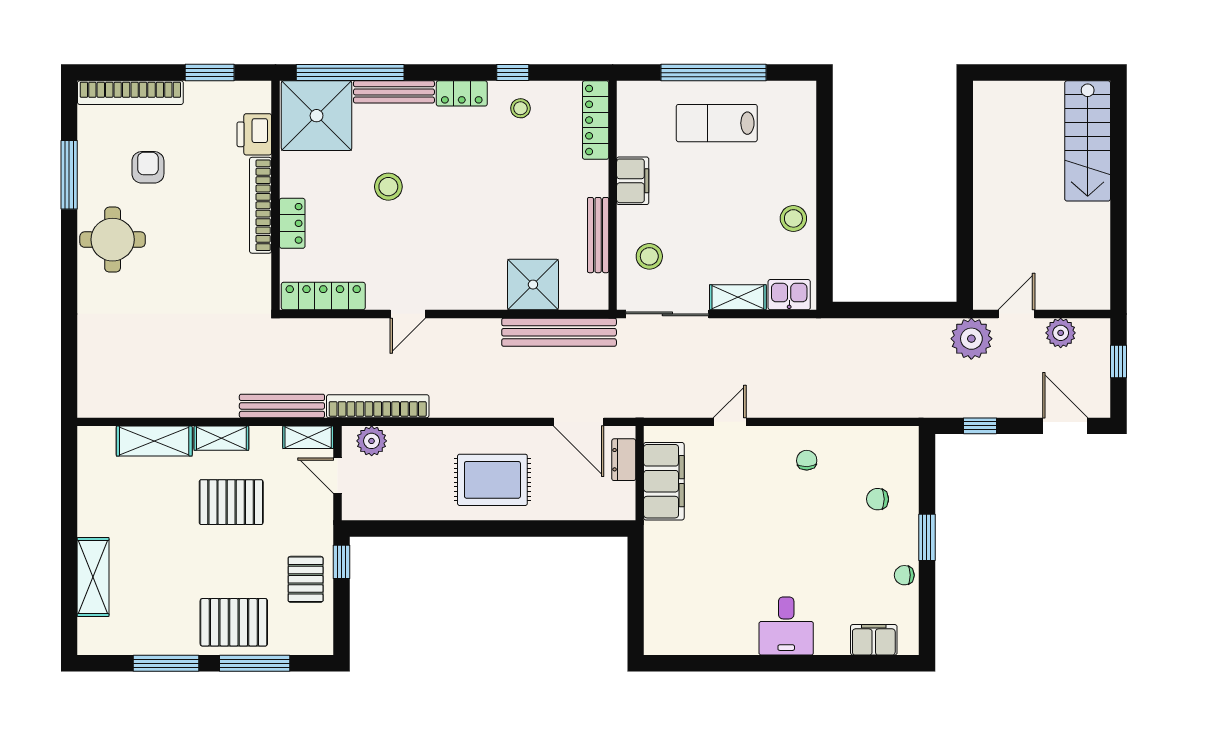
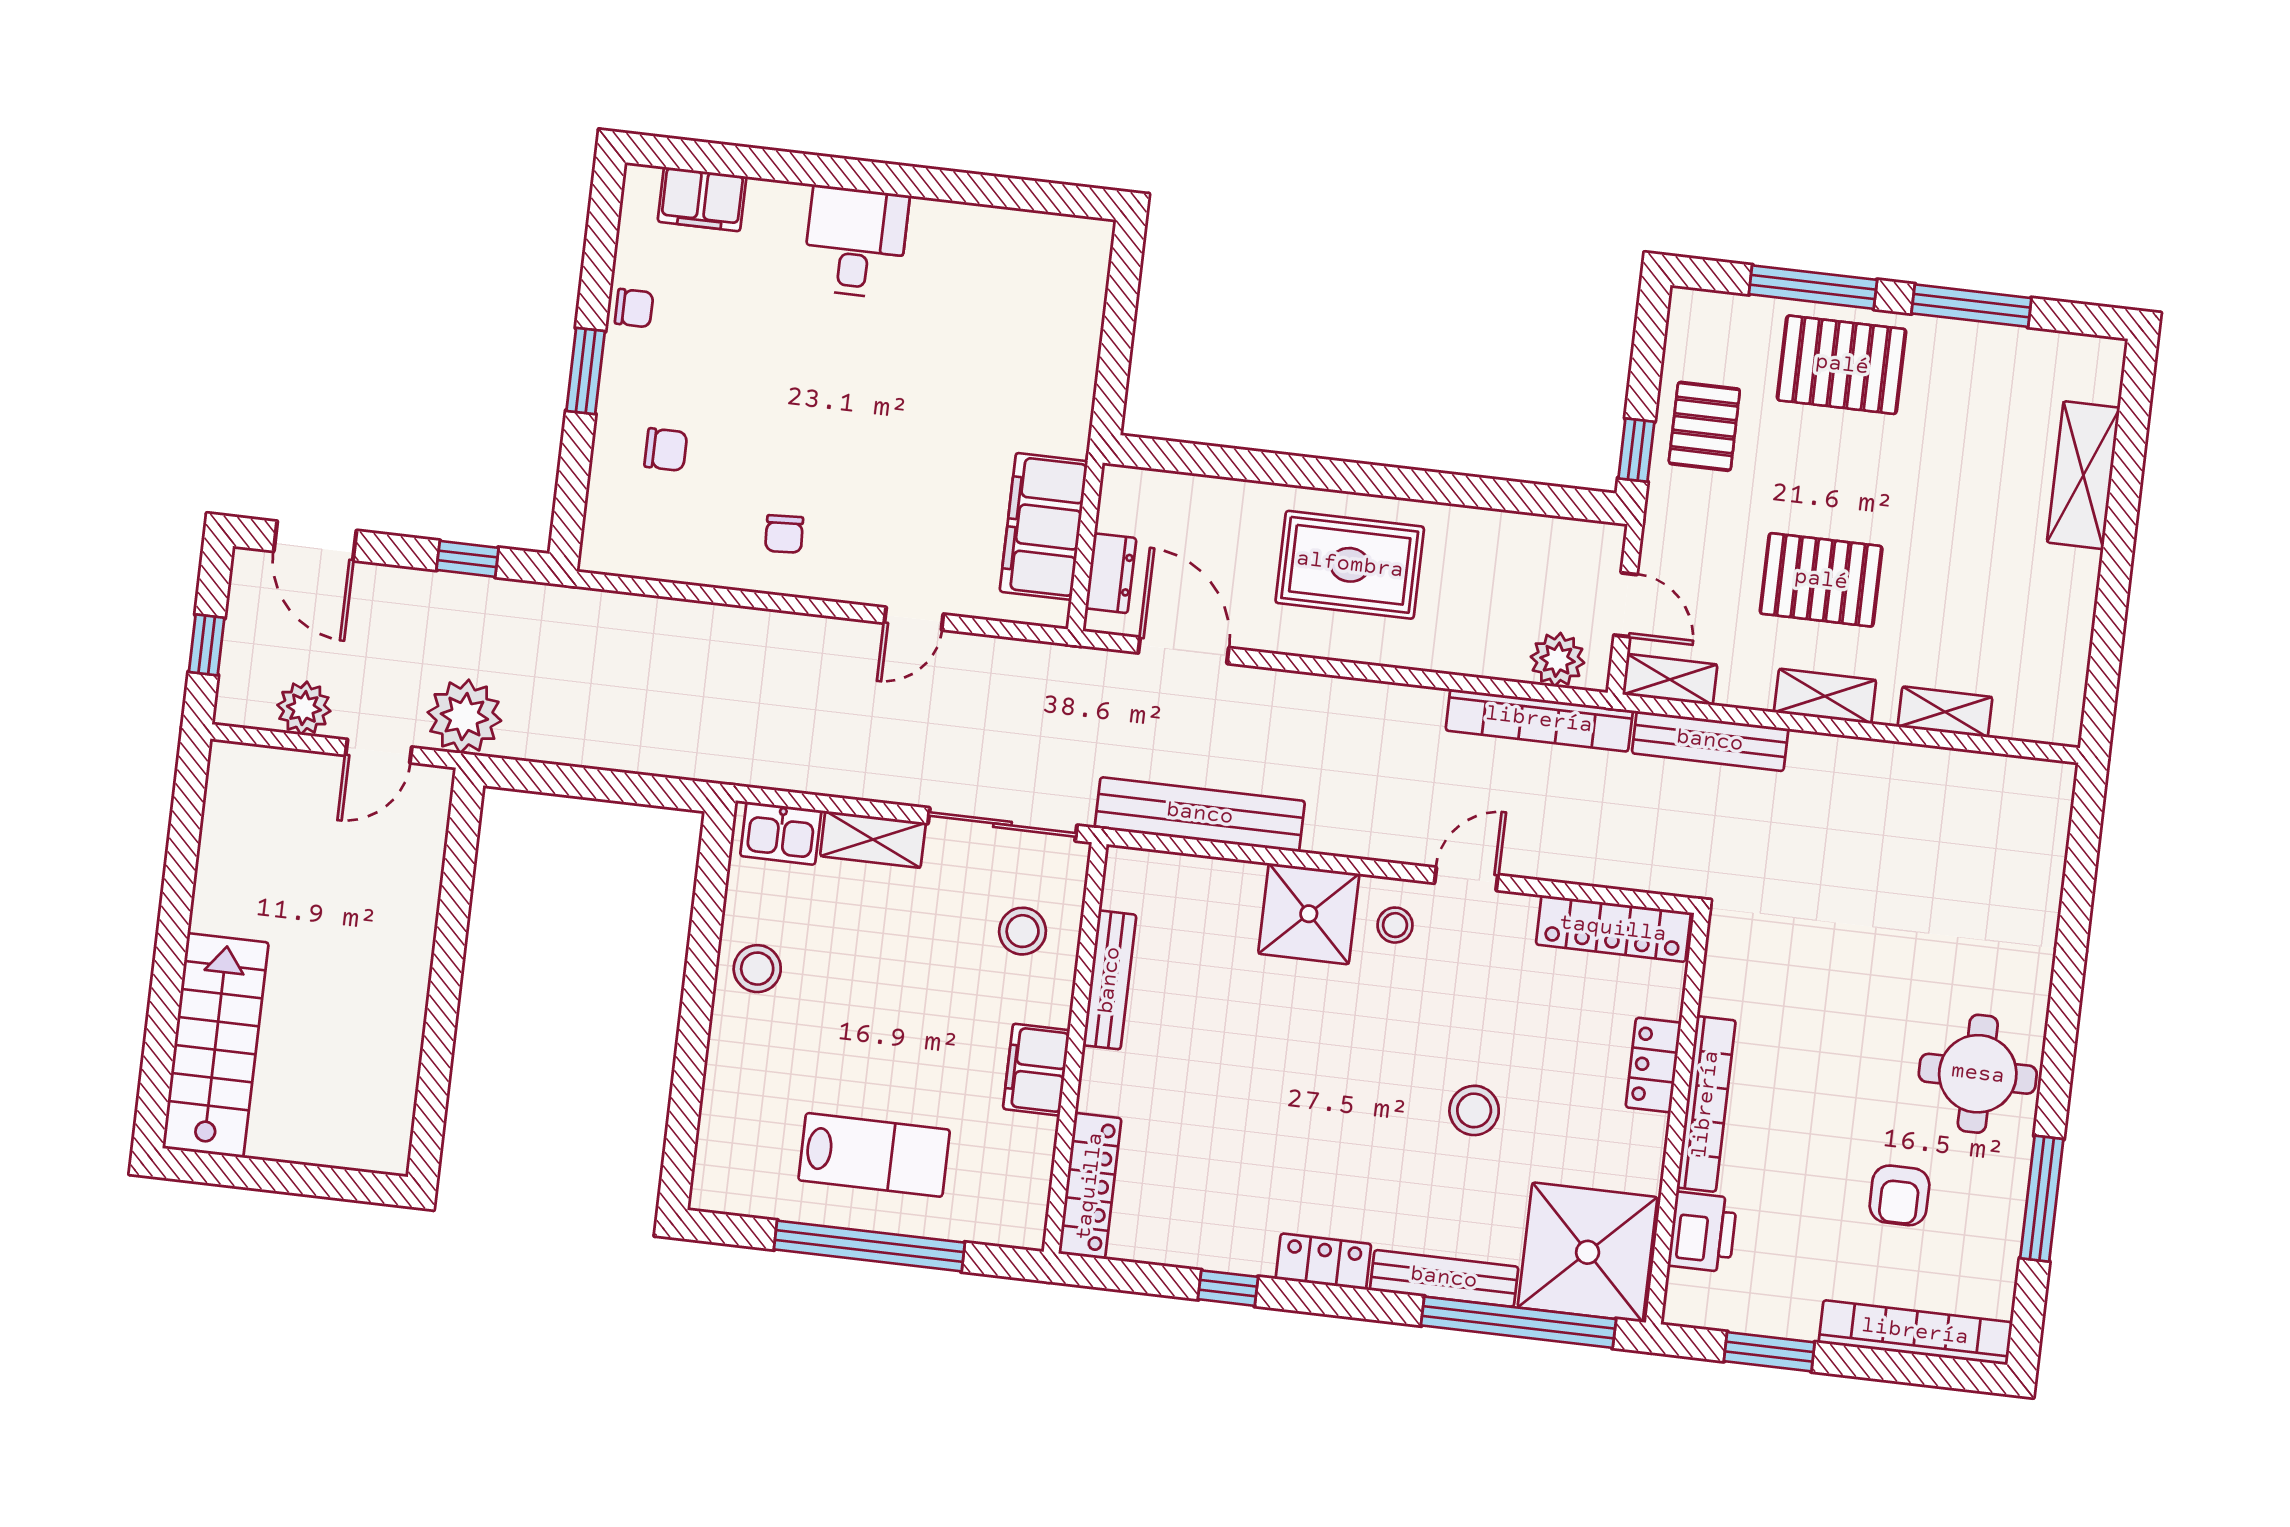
stool: (520, 108) -> (1395, 925), moved
shower: (533, 285) -> (1309, 914), moved
shelving: (154, 441) -> (1945, 712), width x0.67, depth x0.75

